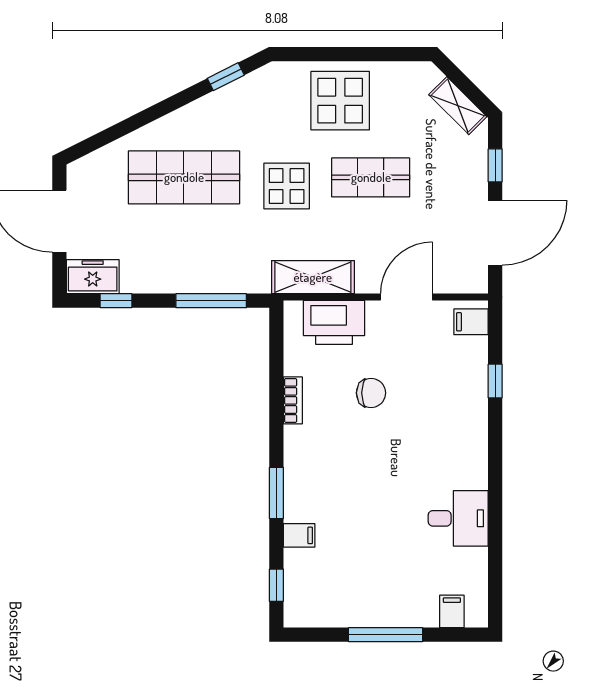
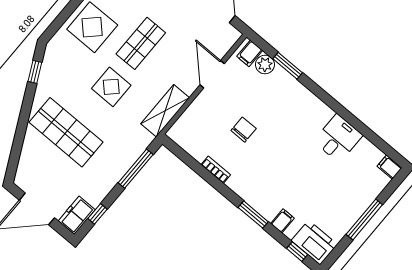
shop shelf: (184, 177) -> (66, 132), turned 90
printer: (334, 322) -> (314, 243), moved, turned -90
plant: (473, 352) -> (265, 65), added
window: (495, 381) -> (288, 66), width x1.50
filing cabinet: (452, 611) -> (390, 167), moved

